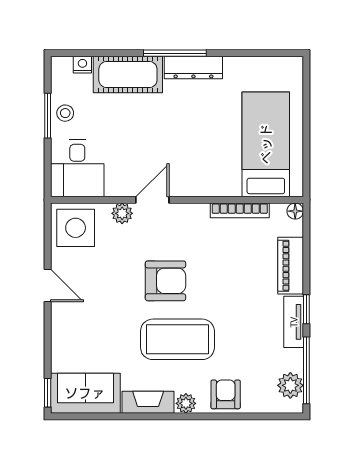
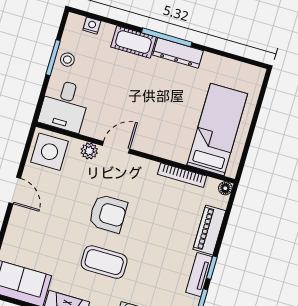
cot: (128, 75) -> (134, 42), width x0.73, depth x0.75
coffee table: (177, 339) -> (104, 262), width x0.73, depth x0.76

